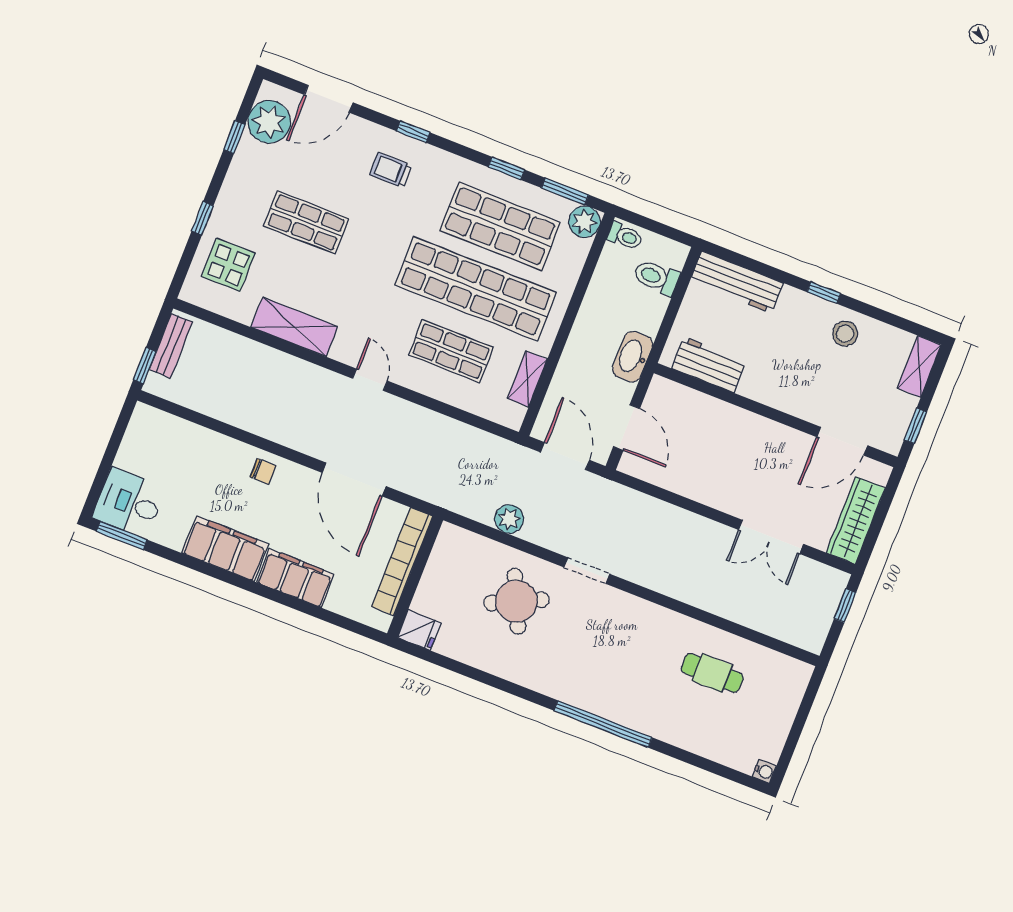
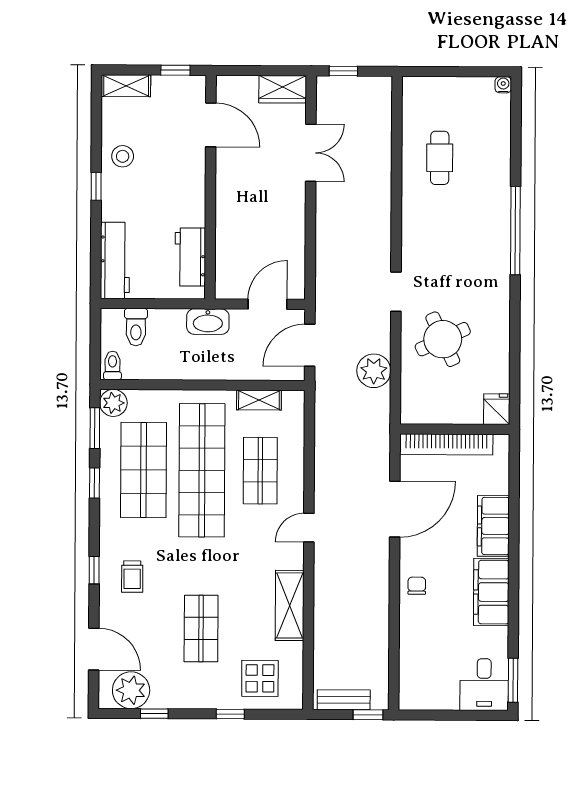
plant: (509, 519) -> (374, 371), width x1.36, depth x1.36
wardrobe: (856, 520) -> (283, 89), width x0.67

